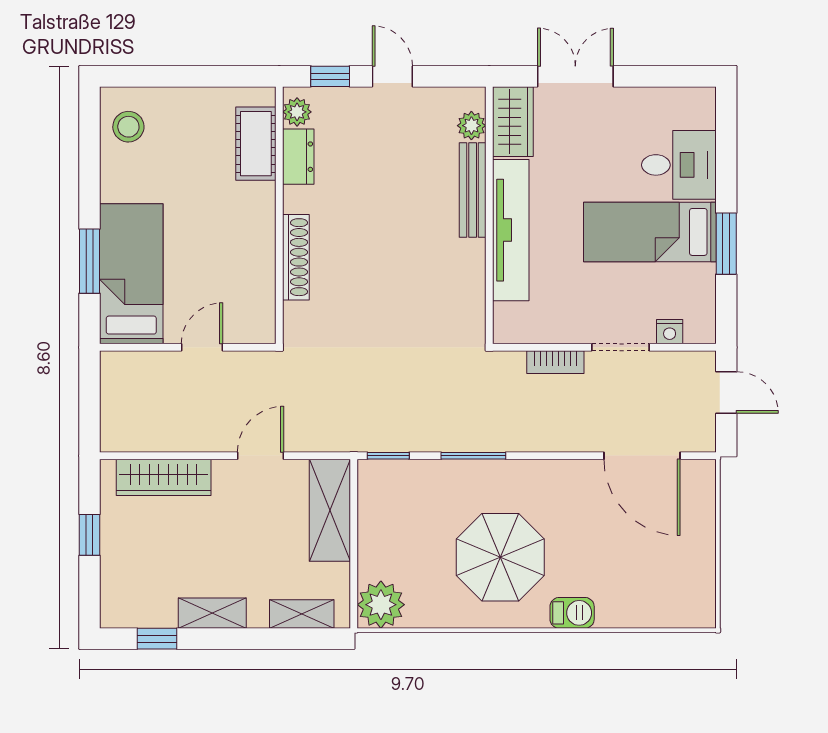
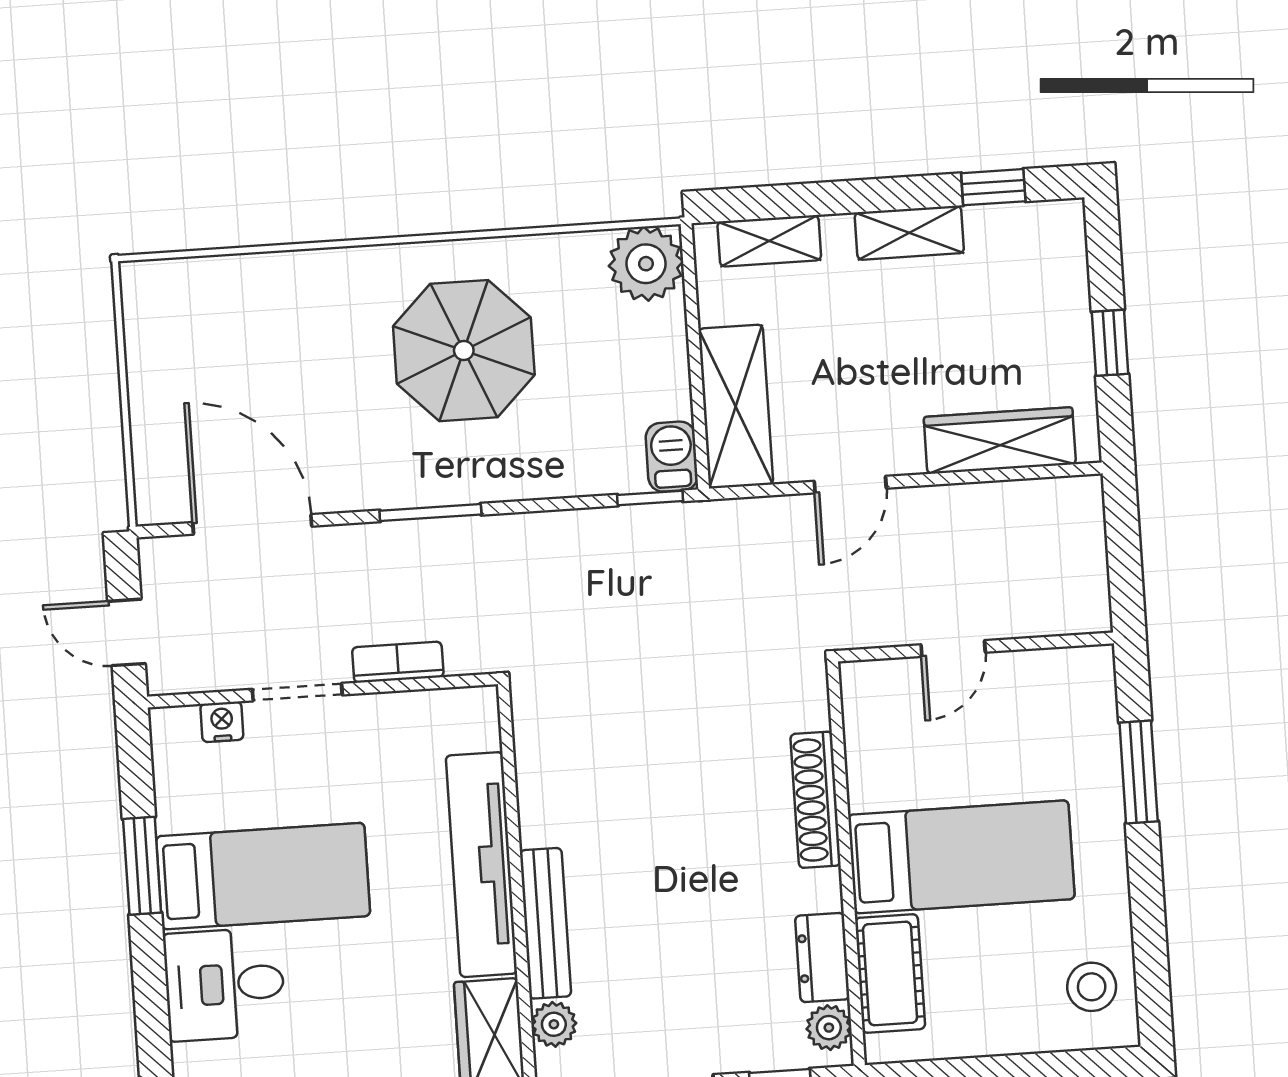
bed: (131, 274) -> (961, 857), moved, turned -90
window: (473, 456) -> (430, 513), moved
barbecue: (572, 613) -> (672, 457), moved, turned 90

